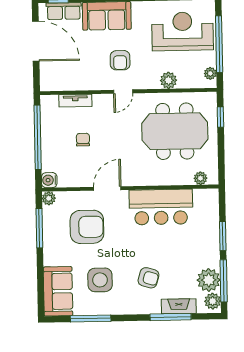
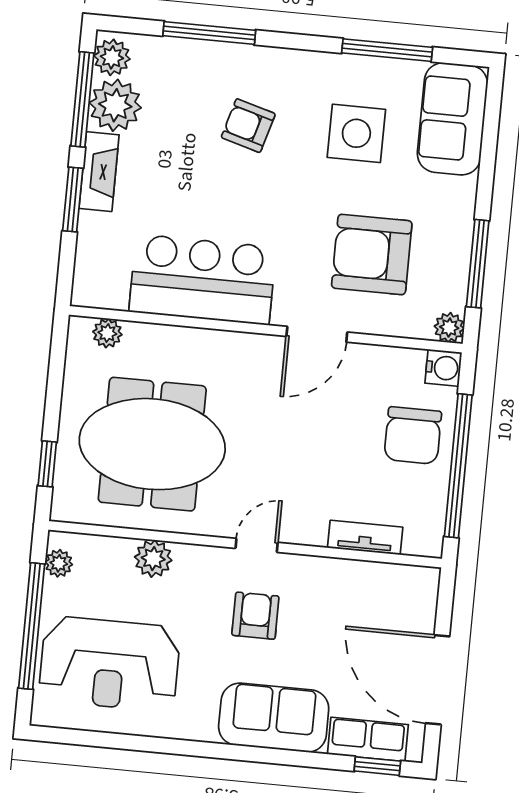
chair: (83, 140) -> (413, 435), moved, width x1.87, depth x1.87
fireplace: (179, 306) -> (99, 172), moved, turned -90

